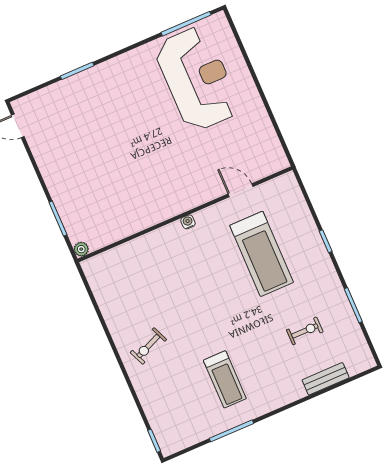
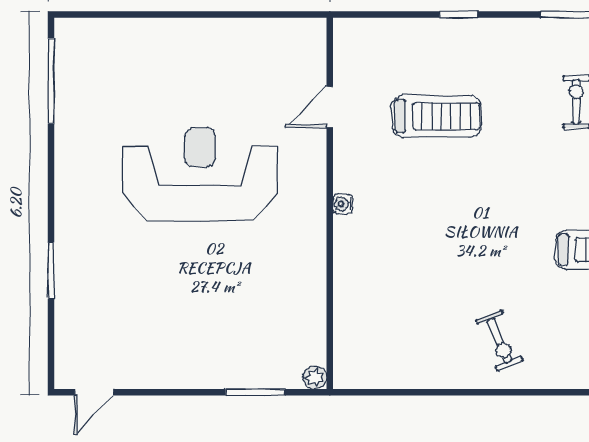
reception desk: (197, 79) -> (200, 174), moved
treadmill: (262, 254) -> (436, 116), width x0.73, depth x0.73

